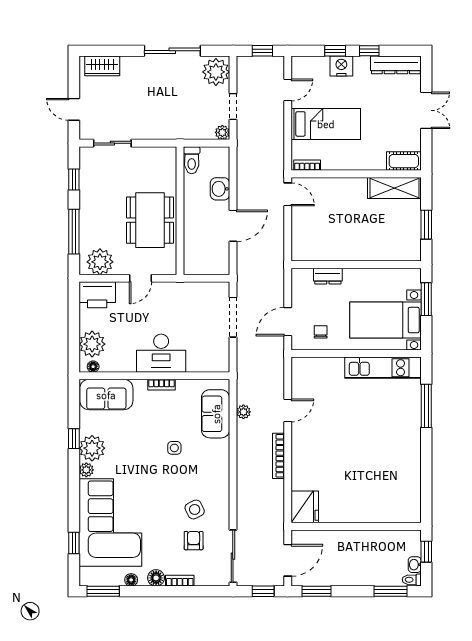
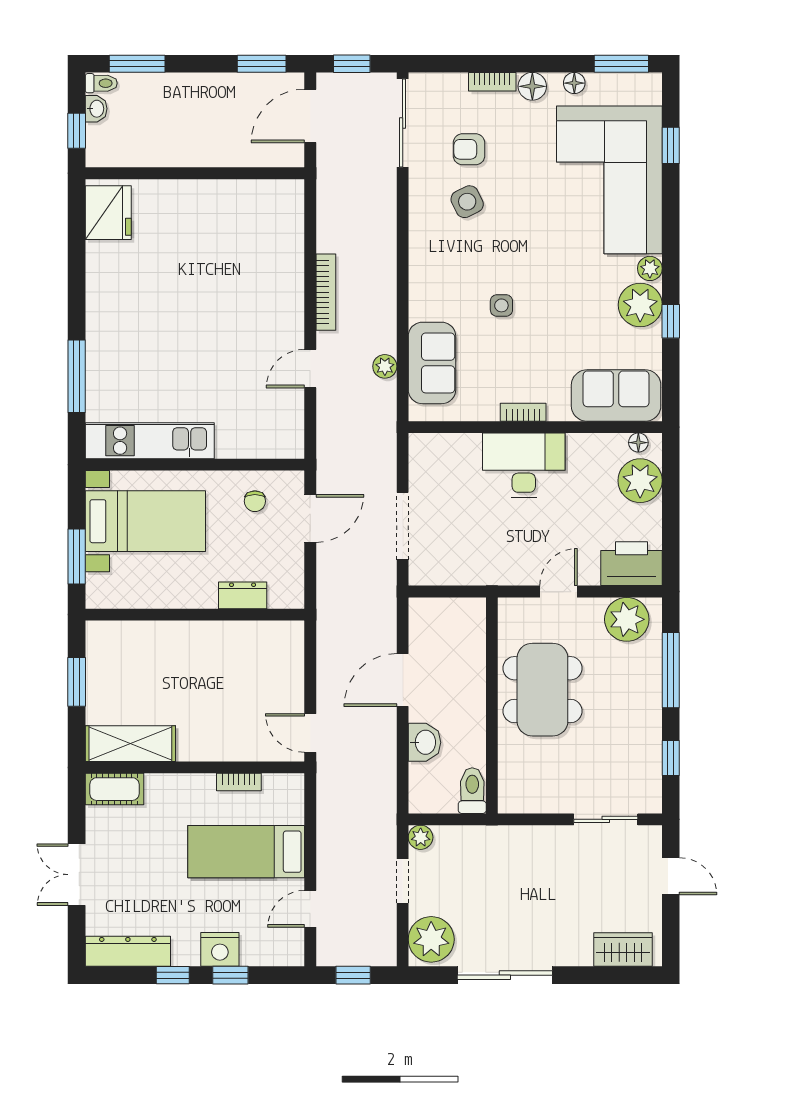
bookcase: (307, 165) -> (239, 782), moved
fridge: (305, 507) -> (108, 213), moved, turned 180
armchair: (194, 541) -> (469, 149), turned 90

